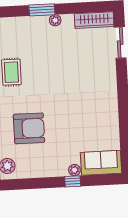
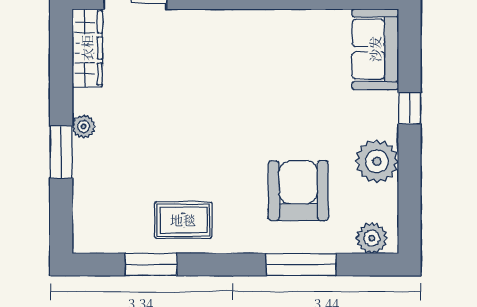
plant: (74, 170) -> (377, 161), moved, width x1.88, depth x1.88

